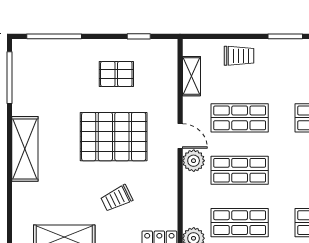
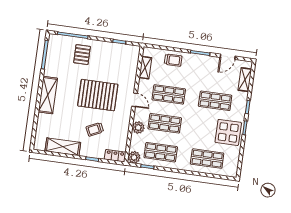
pallet: (116, 74) -> (82, 55), moved, turned 90
plant: (194, 161) -> (138, 127), moved

